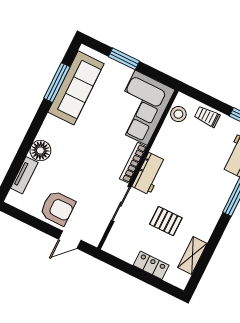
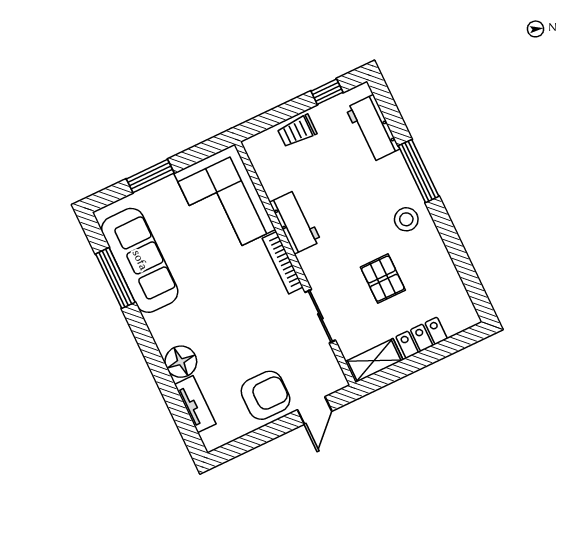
stool: (178, 114) -> (406, 219), moved
workbench: (149, 174) -> (295, 222), moved
pallet: (166, 221) -> (383, 279), turned 90
shelving: (192, 256) -> (374, 361), moved, turned 90

